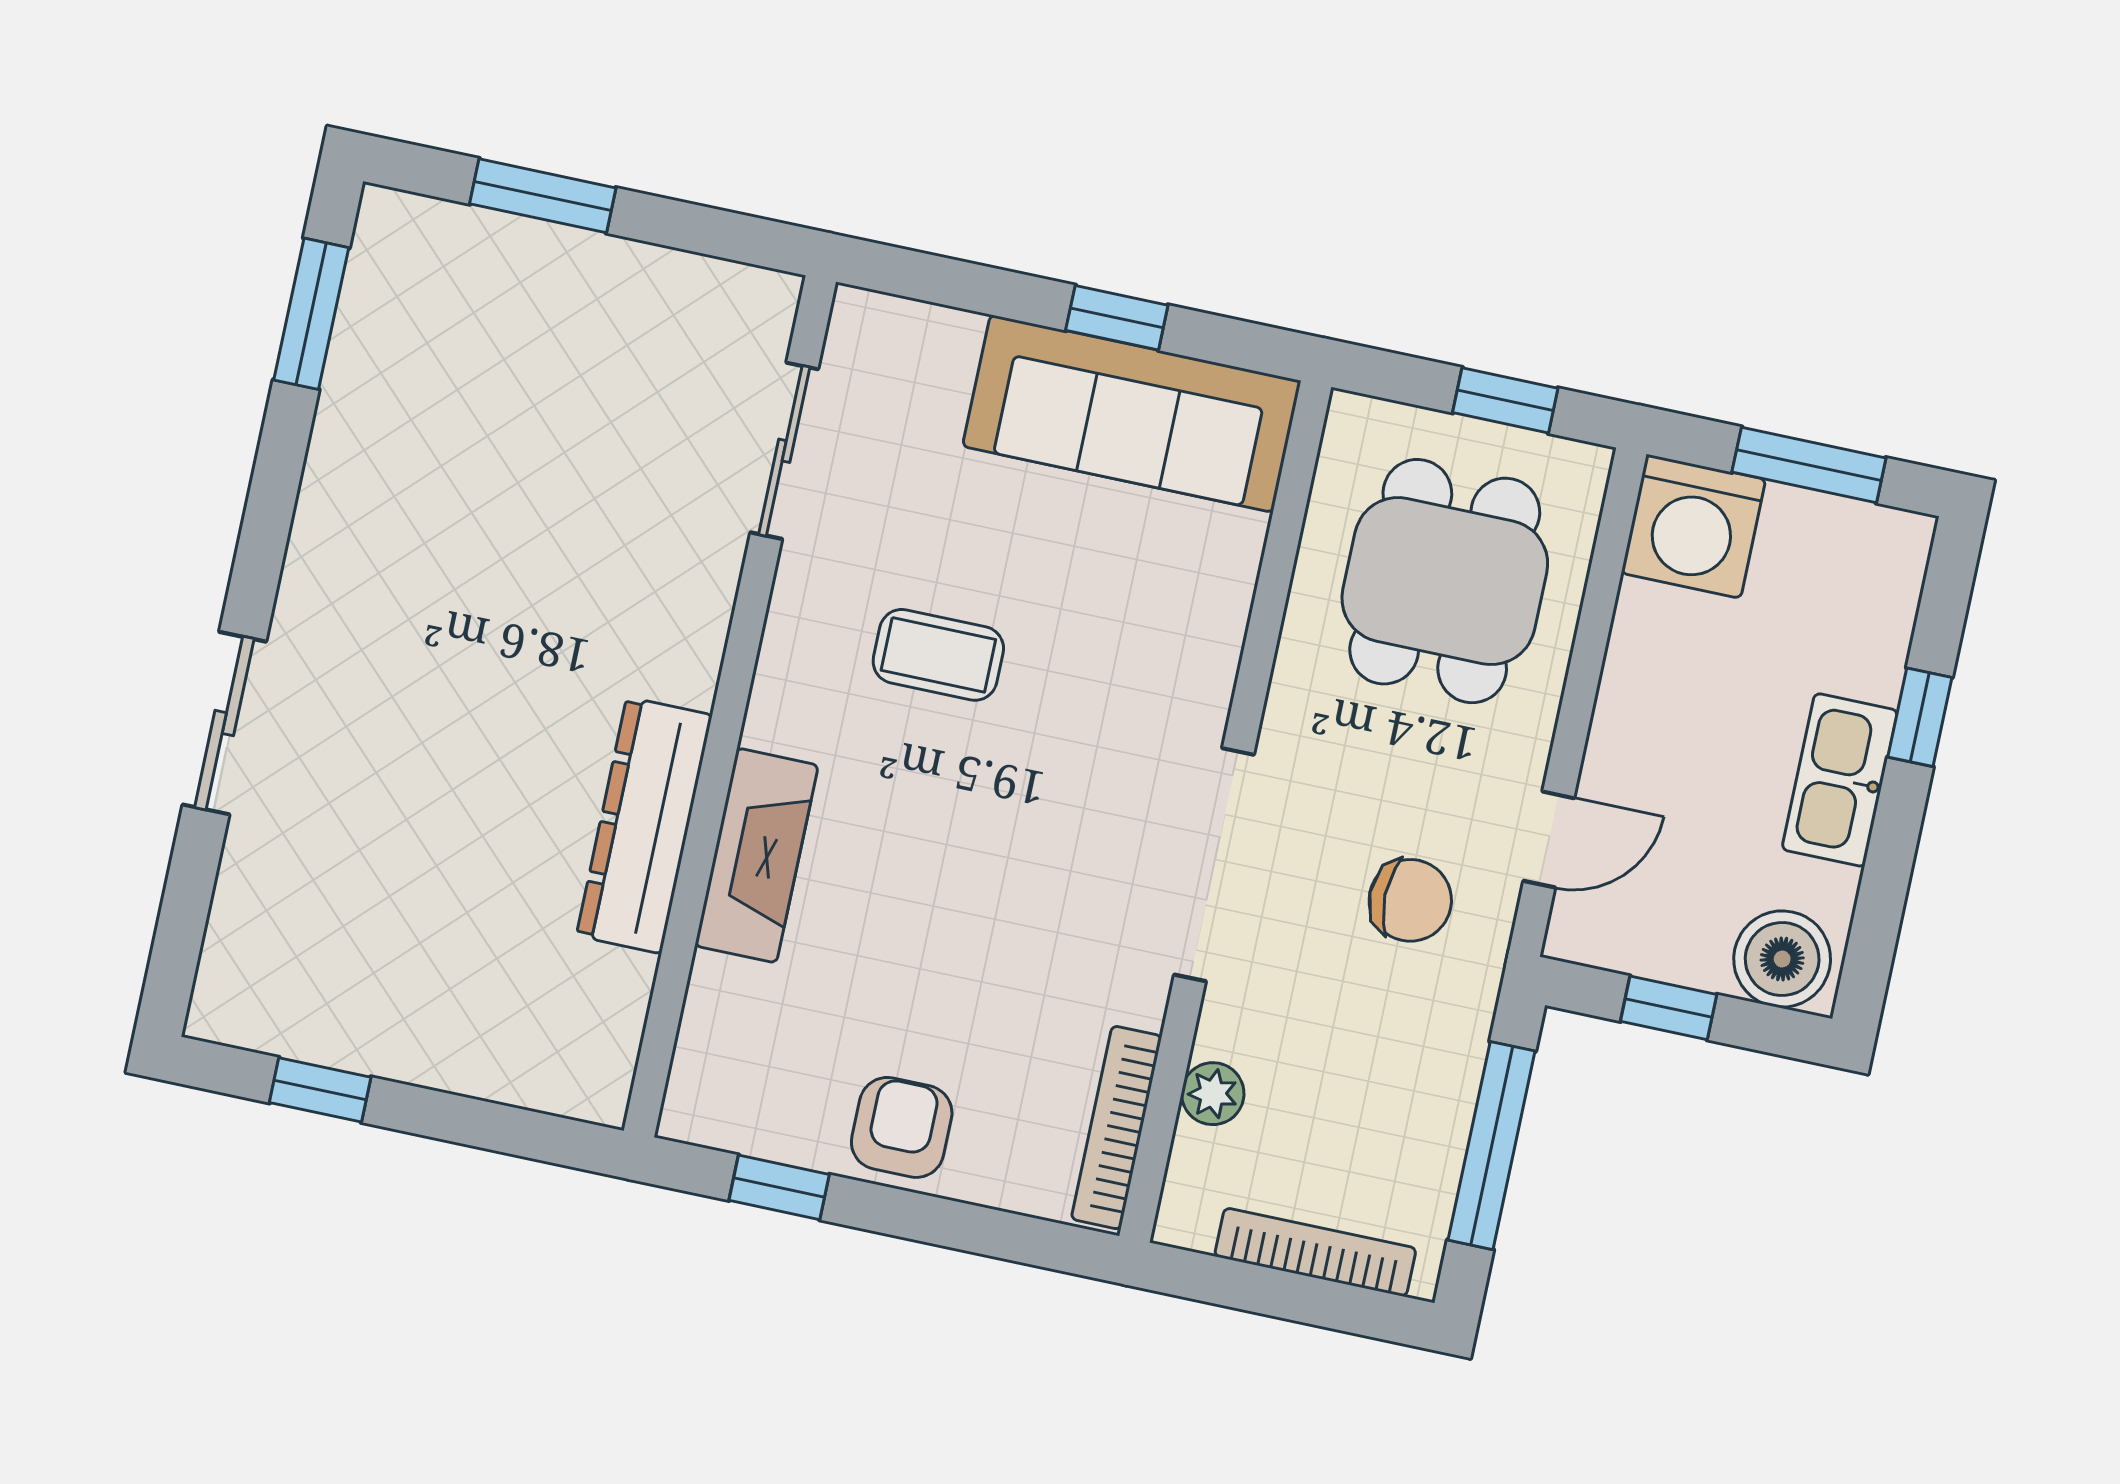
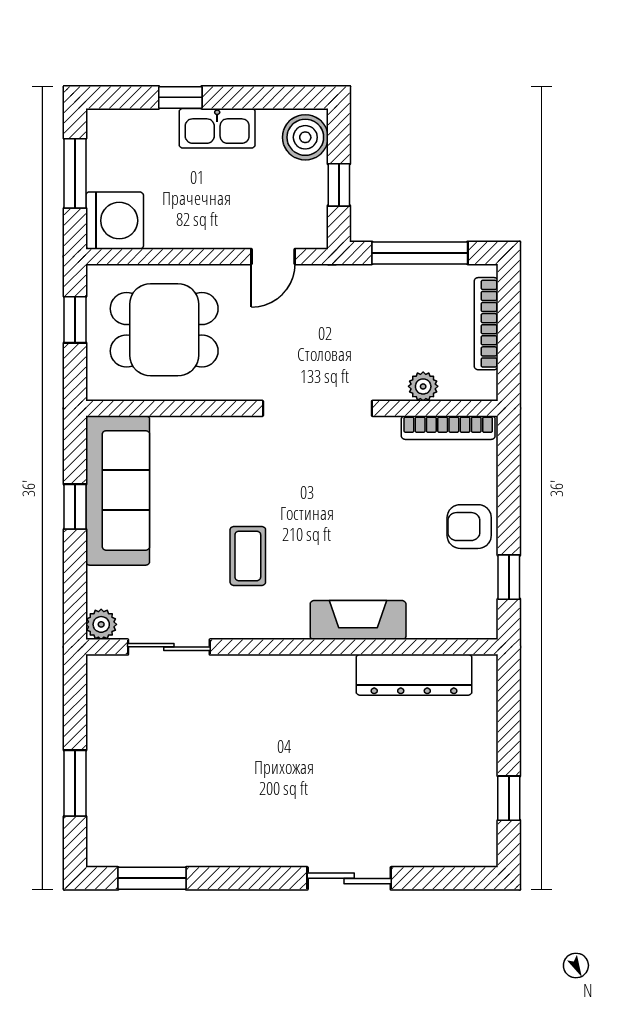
plant: (861, 320) -> (101, 624), added
dresser: (644, 825) -> (414, 675), moved
door: (1549, 839) -> (273, 257), swing flipped
chair: (1410, 900) -> (315, 314), removed

